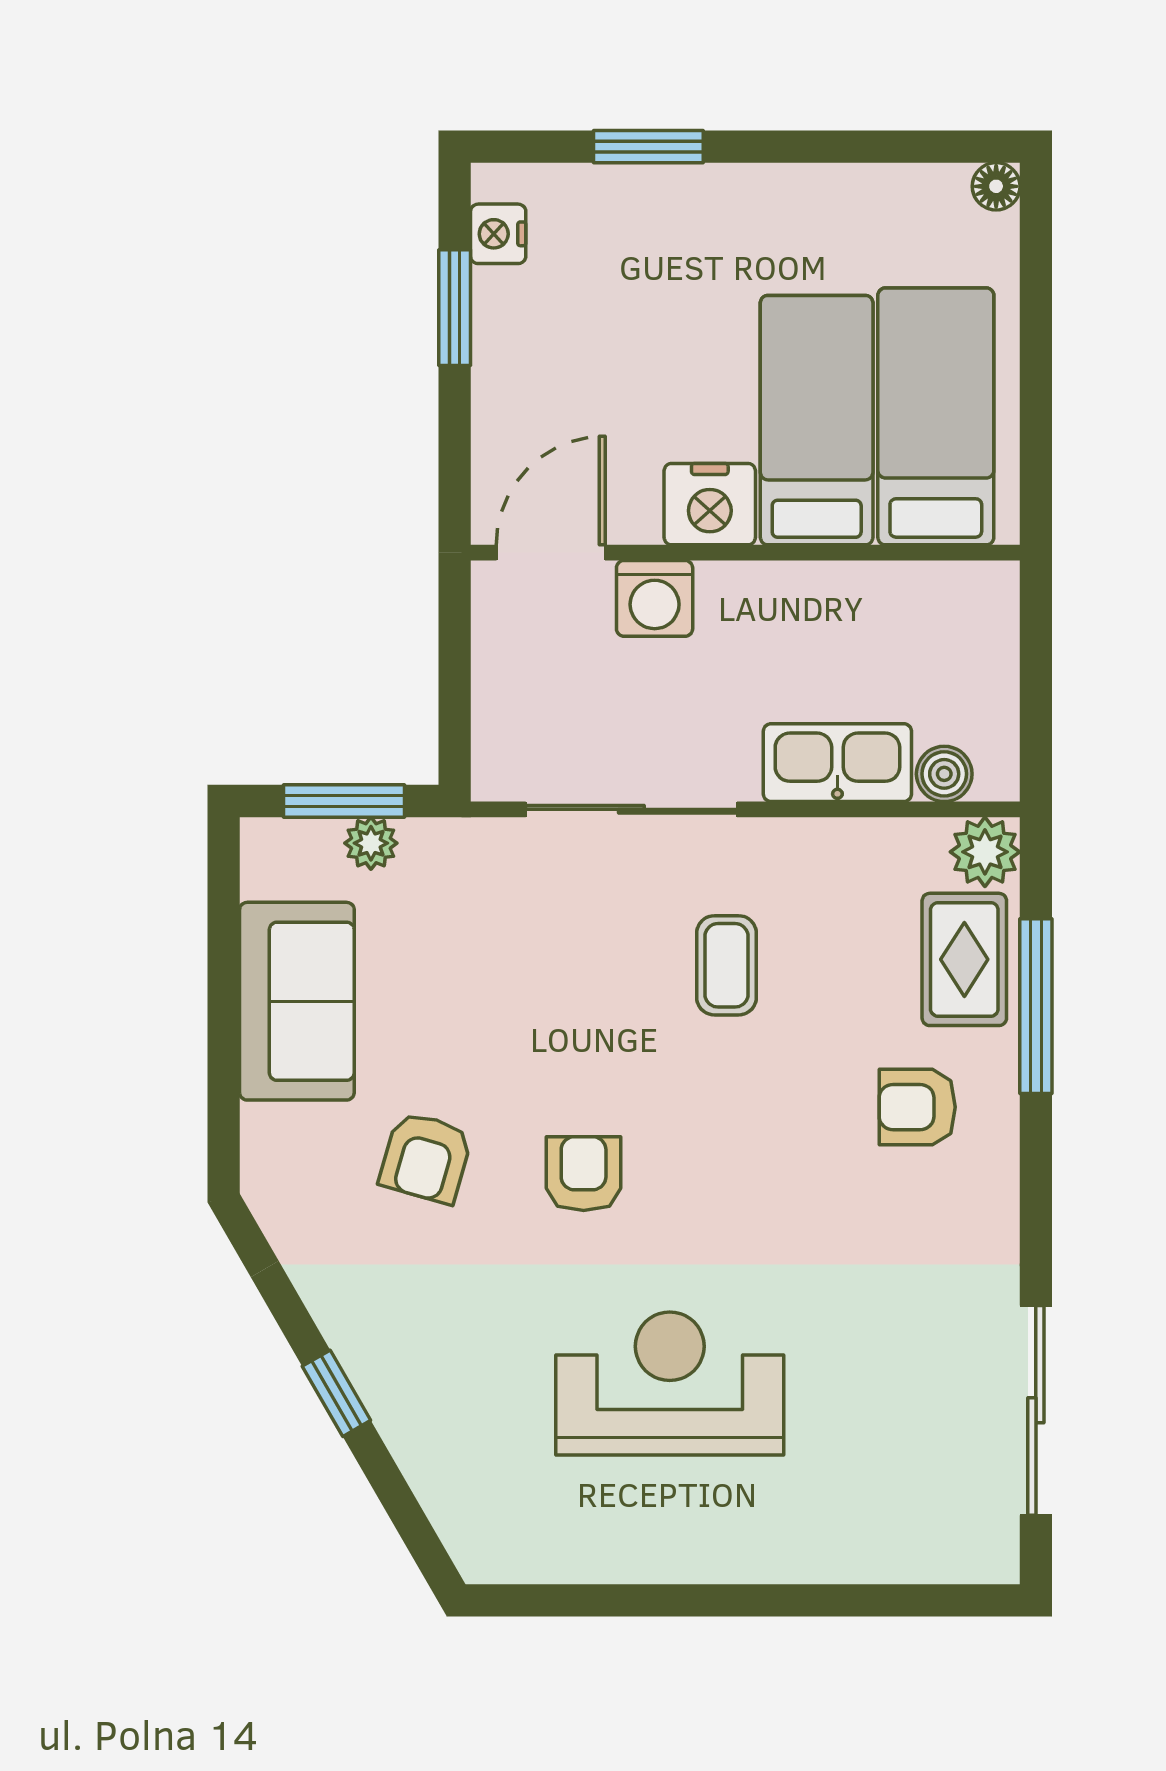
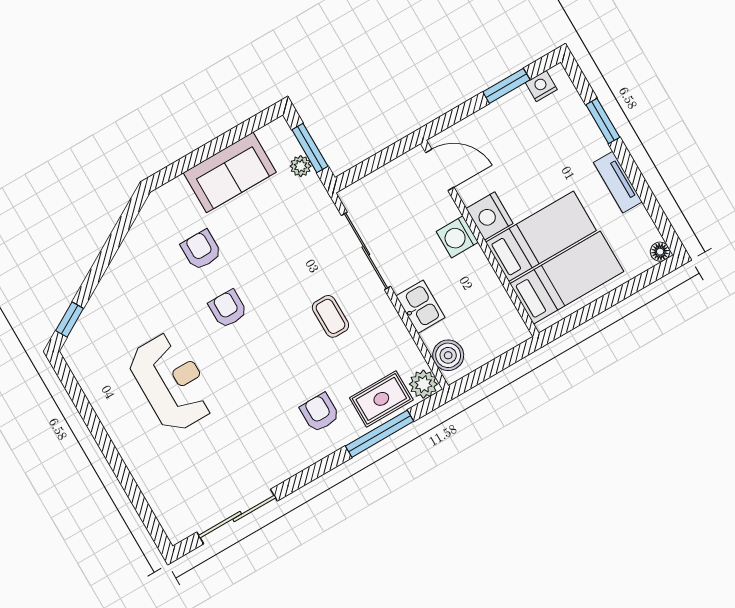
tv unit: (796, 190) -> (618, 182), added
washing machine: (655, 598) -> (457, 237), moved
kitchen sink: (837, 763) -> (420, 307), width x0.73
boiler: (944, 774) -> (448, 355), width x1.36, depth x1.36
coffee table: (726, 965) -> (330, 316), turned 90
armchair: (426, 1158) -> (201, 250), turned 74
armchair: (584, 1174) -> (228, 309), turned -90
window: (336, 1393) -> (70, 320), moved

